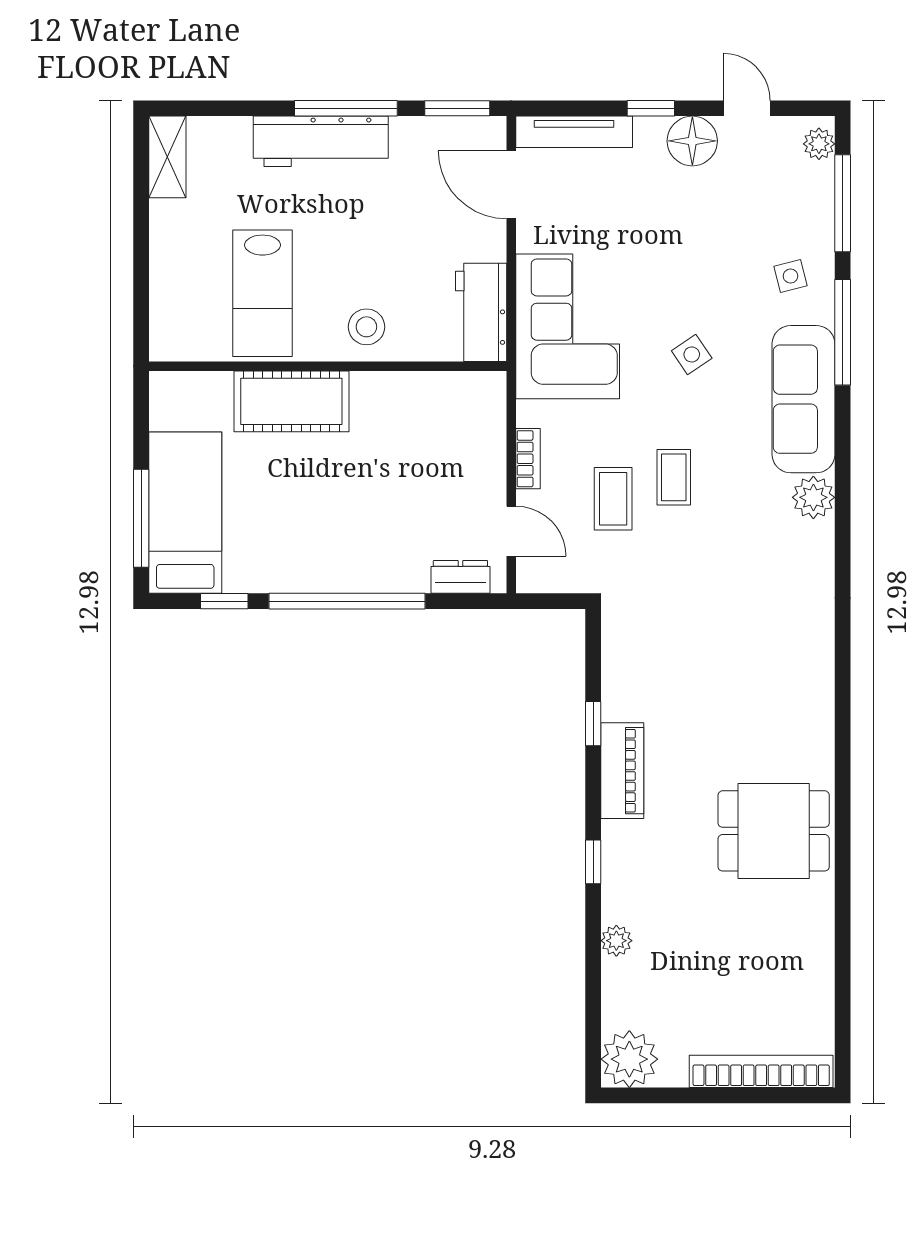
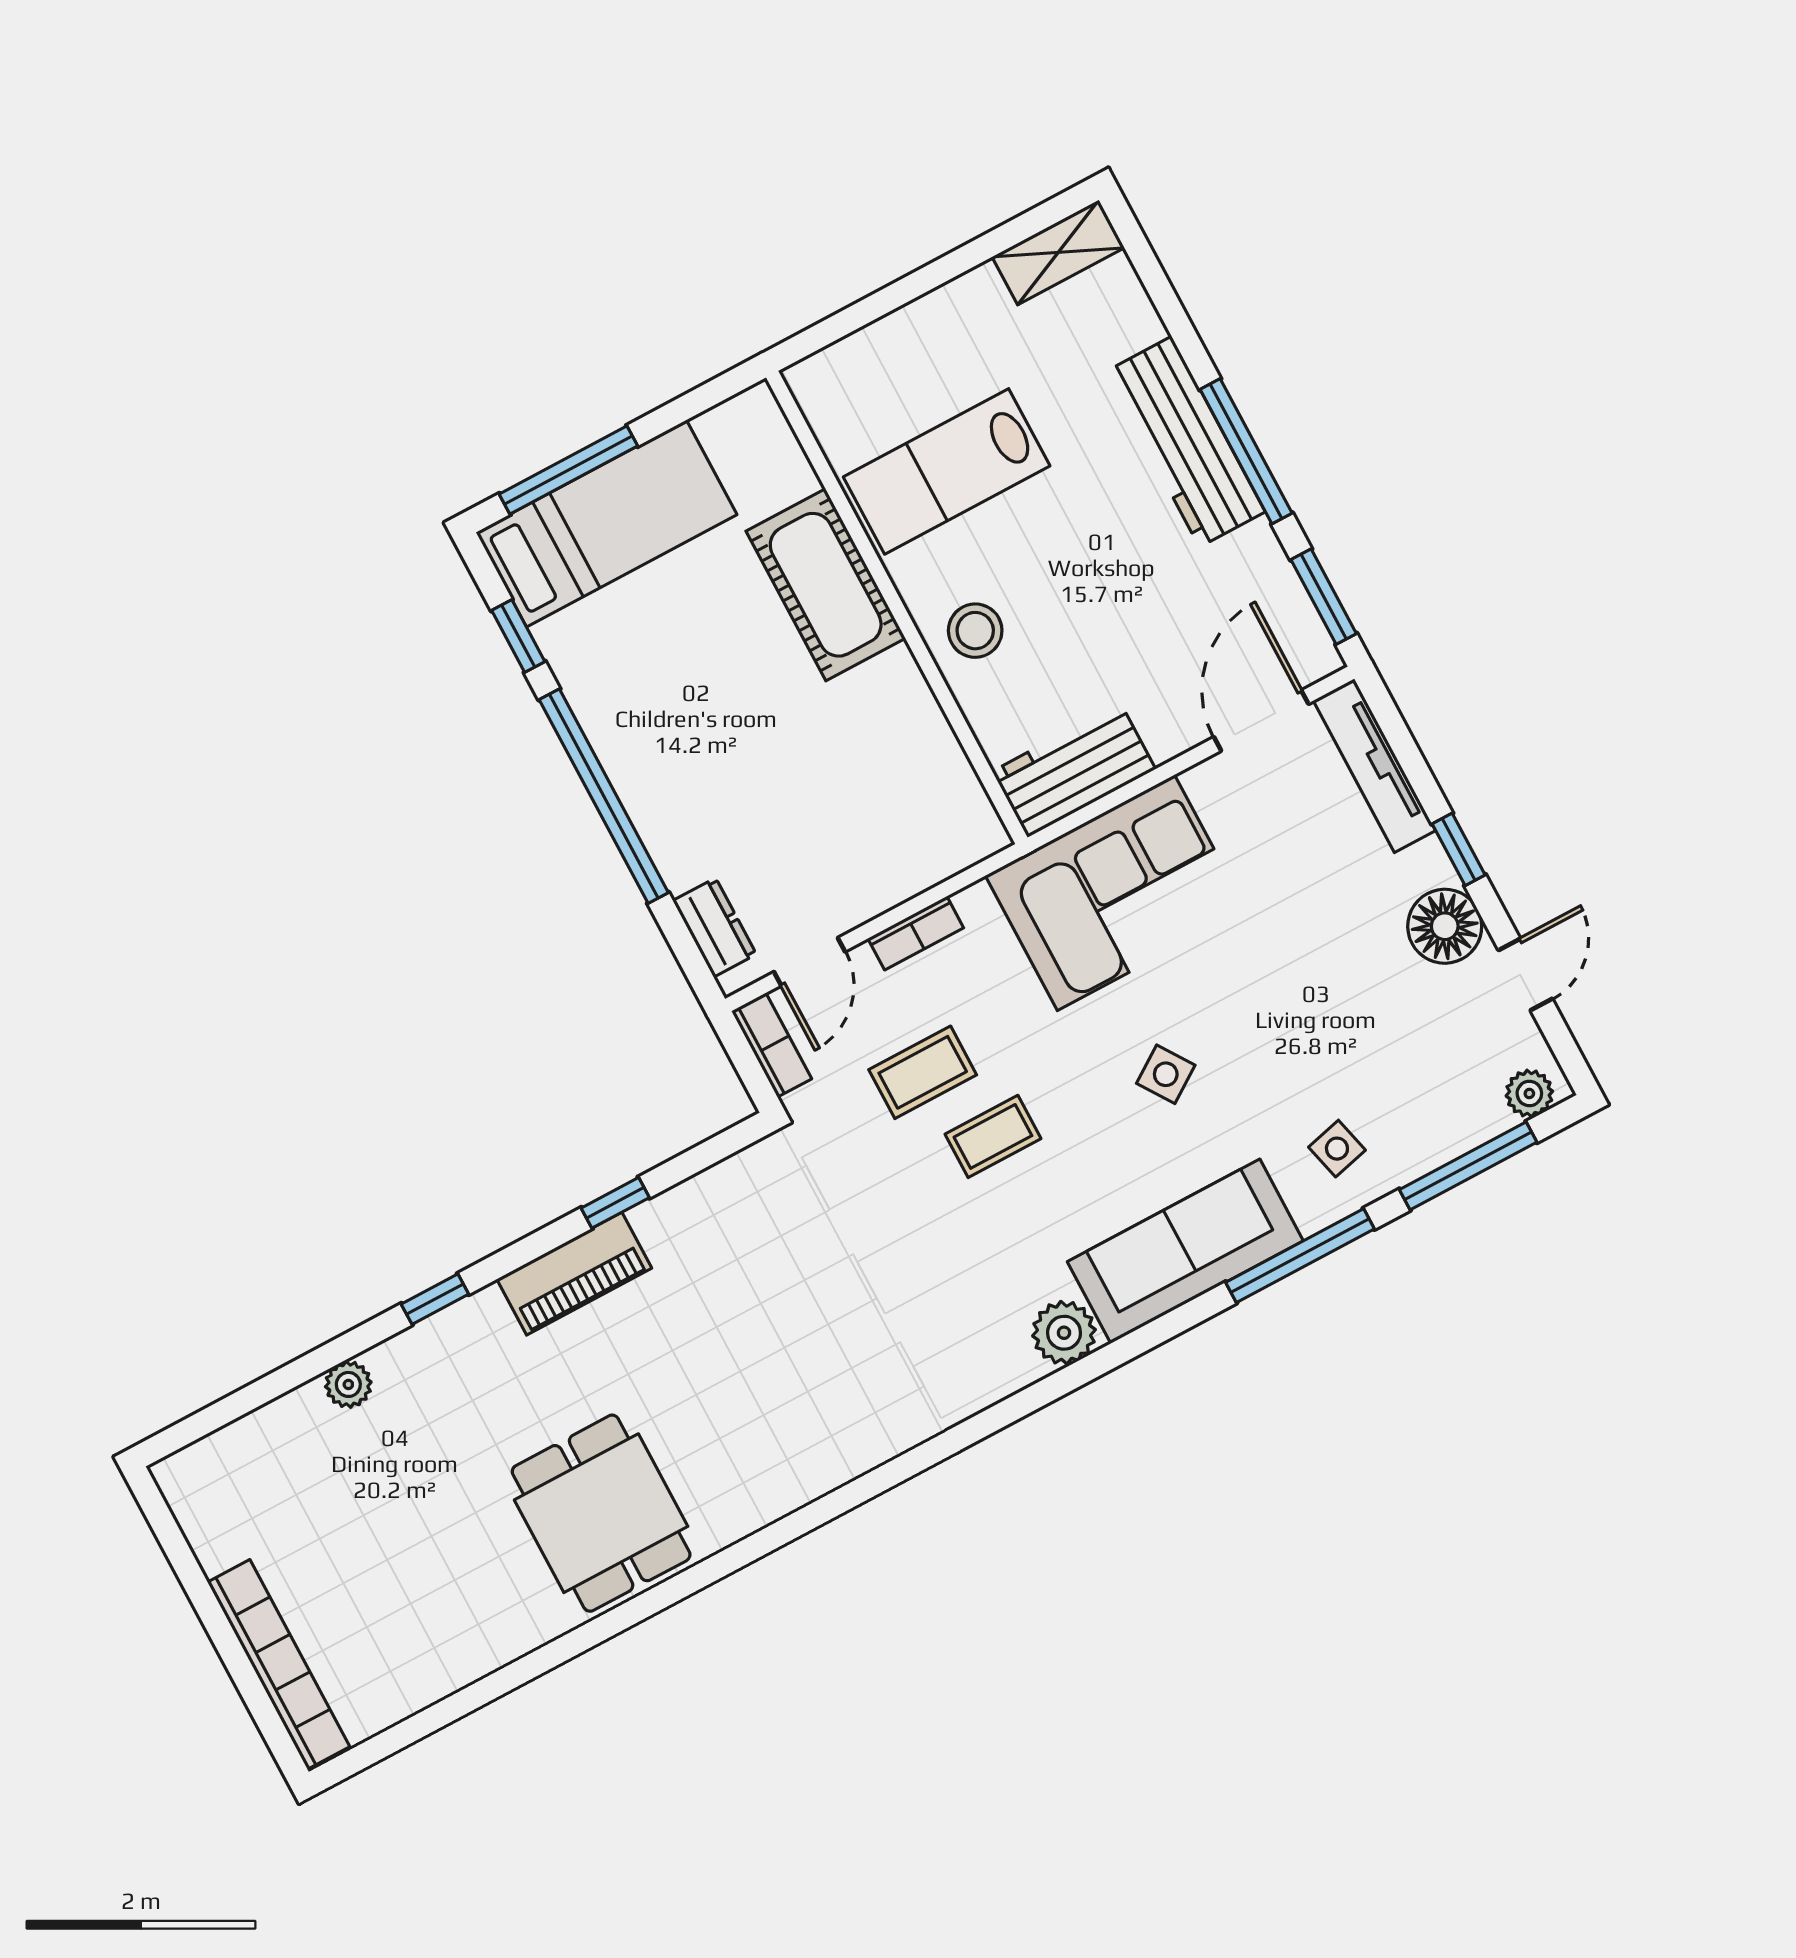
bookcase: (549, 580) -> (772, 1045), added
plant: (629, 1059) -> (203, 1484), removed

